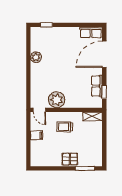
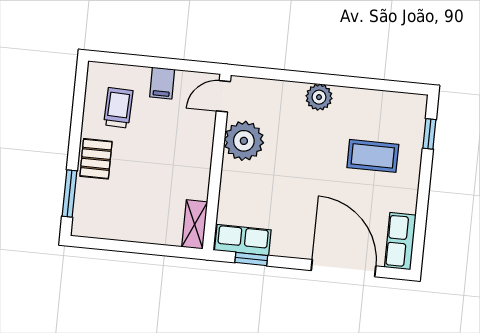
coffee table: (58, 47) -> (373, 156), added
plant: (36, 57) -> (319, 97), moved
row of seats: (97, 86) -> (243, 240), moved
trolley: (65, 127) -> (118, 108), moved

